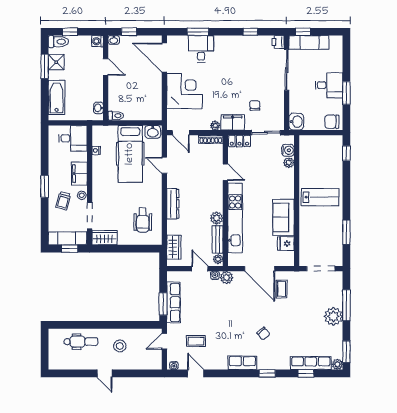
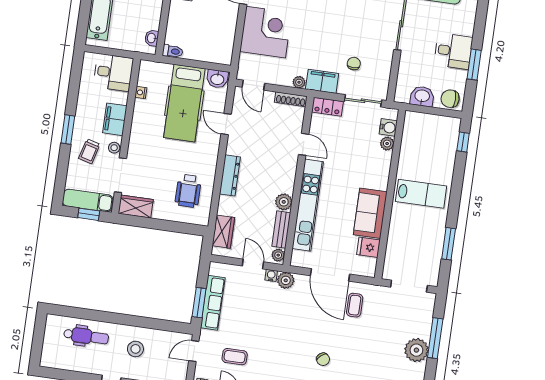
washbasin: (296, 122) -> (422, 96), moved, turned -90

